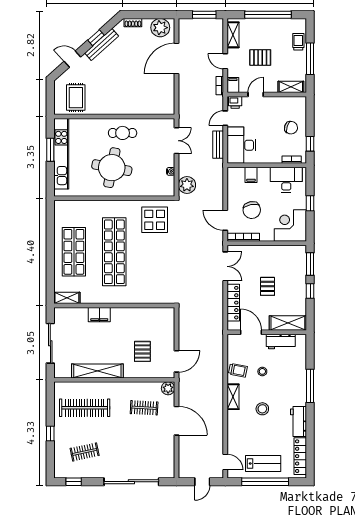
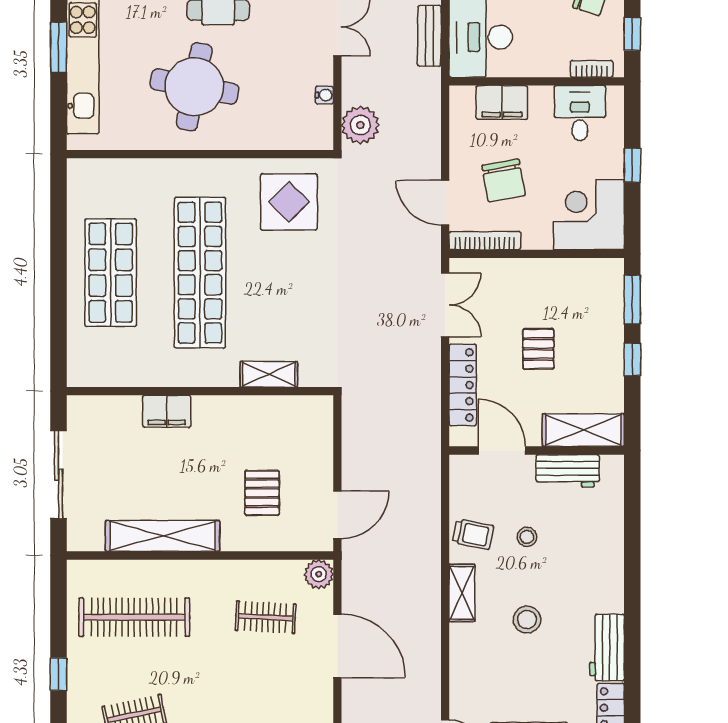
filing cabinet: (251, 175) -> (502, 102), width x2.00
desk: (286, 180) -> (580, 113), width x0.73
shelving: (67, 298) -> (269, 374), moved
window: (310, 386) -> (632, 569), removed

